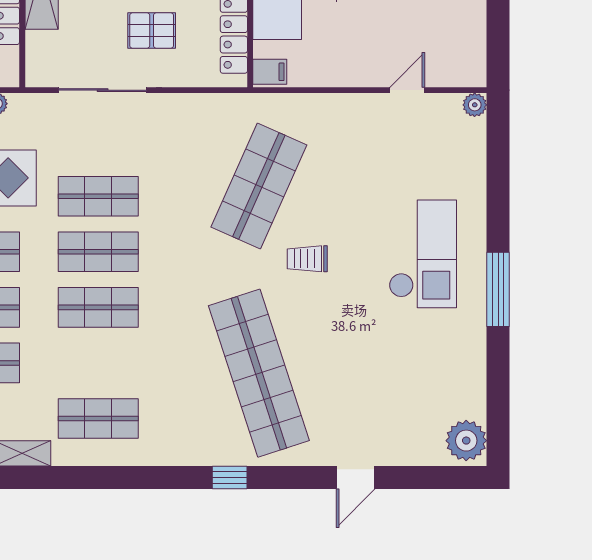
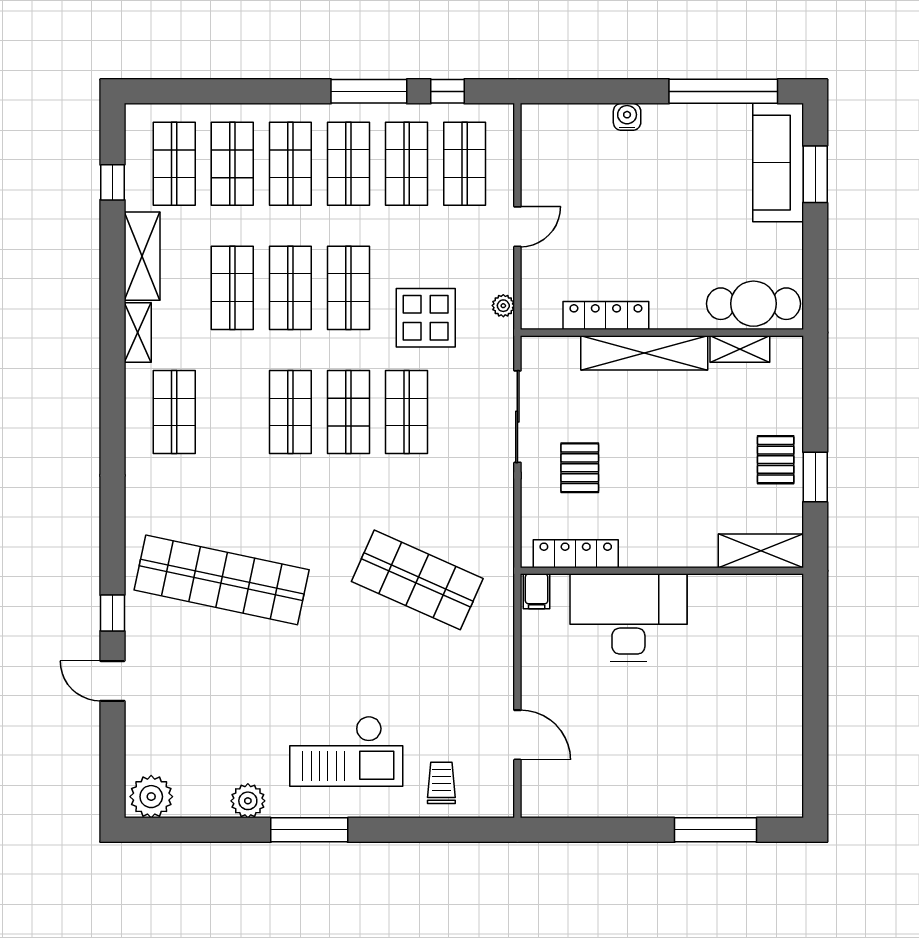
door: (407, 90) -> (517, 735), width x1.37
plant: (475, 105) -> (248, 801), moved, width x1.38, depth x1.38
trolley: (307, 259) -> (441, 783), moved
shop shelf: (259, 373) -> (222, 580), turned 30
window: (230, 478) -> (112, 613), moved

